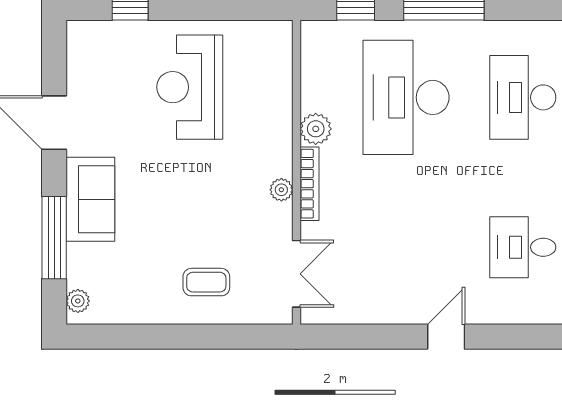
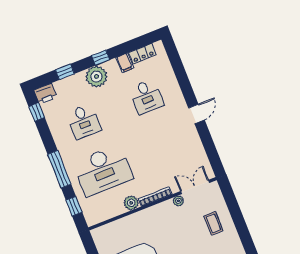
desk: (523, 97) -> (84, 121), width x0.73
plant: (281, 190) -> (178, 201), moved
door: (446, 337) -> (197, 114), swing flipped

